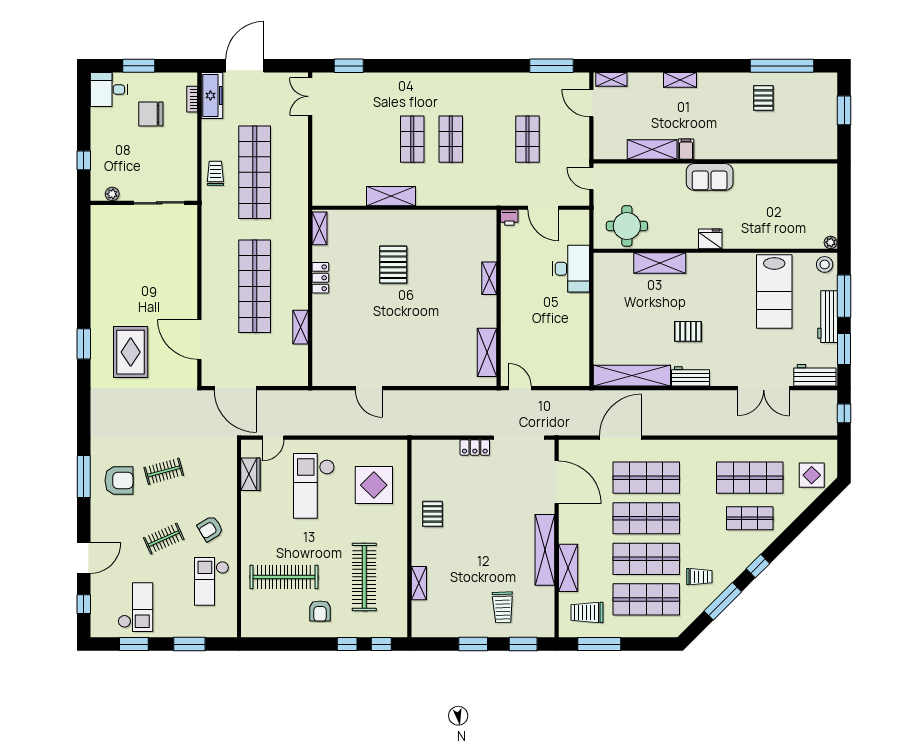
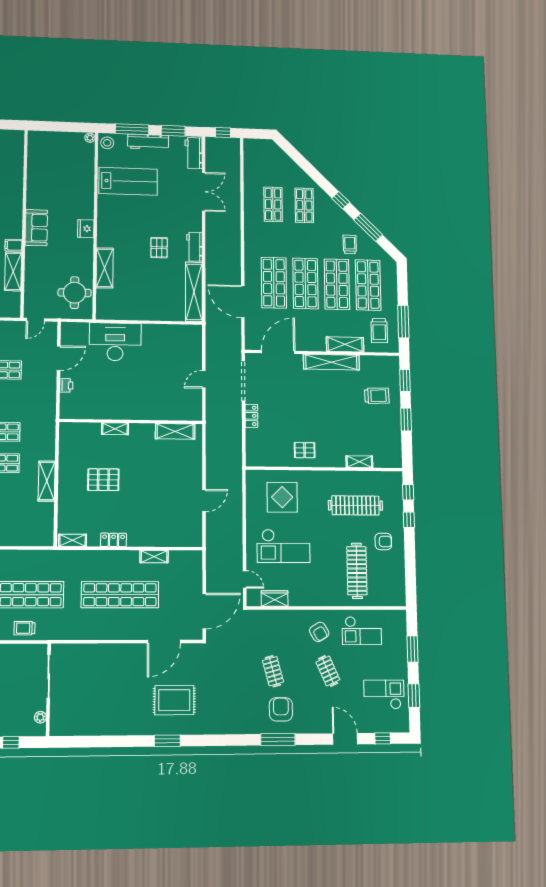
desk: (571, 269) -> (115, 342), width x1.36, depth x1.30
shelving: (489, 278) -> (115, 429), moved
wall: (499, 298) -> (131, 421), moved
shelving: (487, 352) -> (175, 431), moved
display table: (812, 475) -> (271, 158), removed
shop shelf: (750, 478) -> (273, 204), width x0.70, depth x0.74

